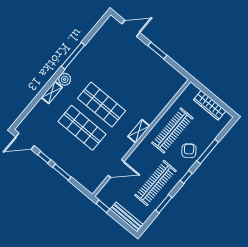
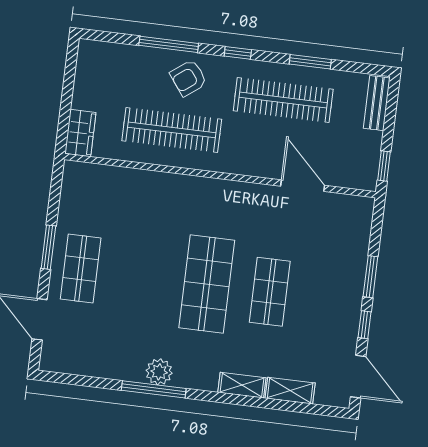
shop shelf: (140, 58) -> (81, 268), added
plant: (65, 79) -> (159, 372), moved
wardrobe: (210, 105) -> (80, 133), moved, width x0.67
shop shelf: (82, 128) -> (270, 292), width x0.70, depth x0.74
shelving: (139, 131) -> (290, 391), moved
bench: (126, 217) -> (377, 103), width x0.73

